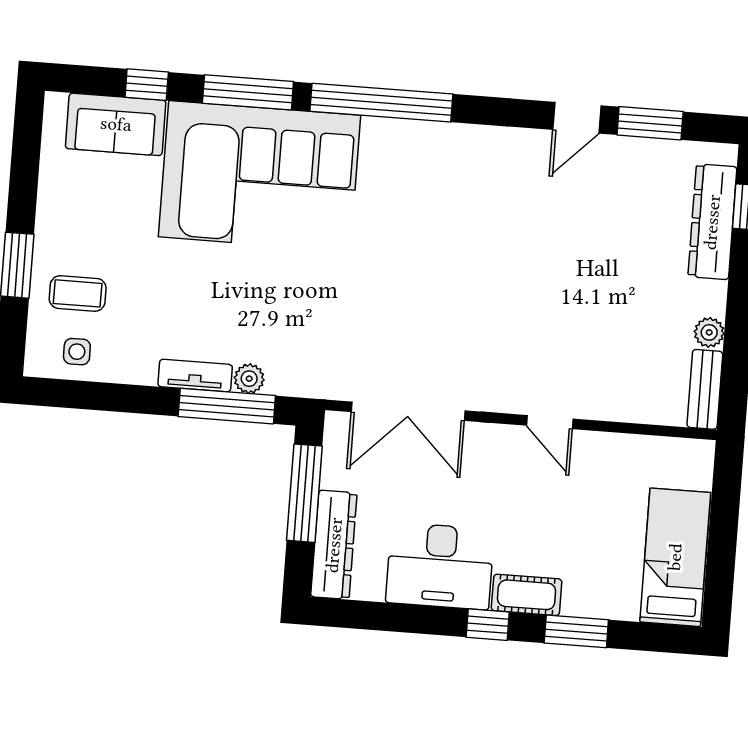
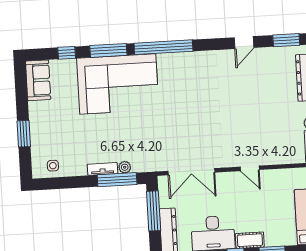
window: (650, 123) -> (286, 40), moved
sofa: (116, 124) -> (38, 80), moved, turned -90
coffee table: (78, 293) -> (50, 142), removed

